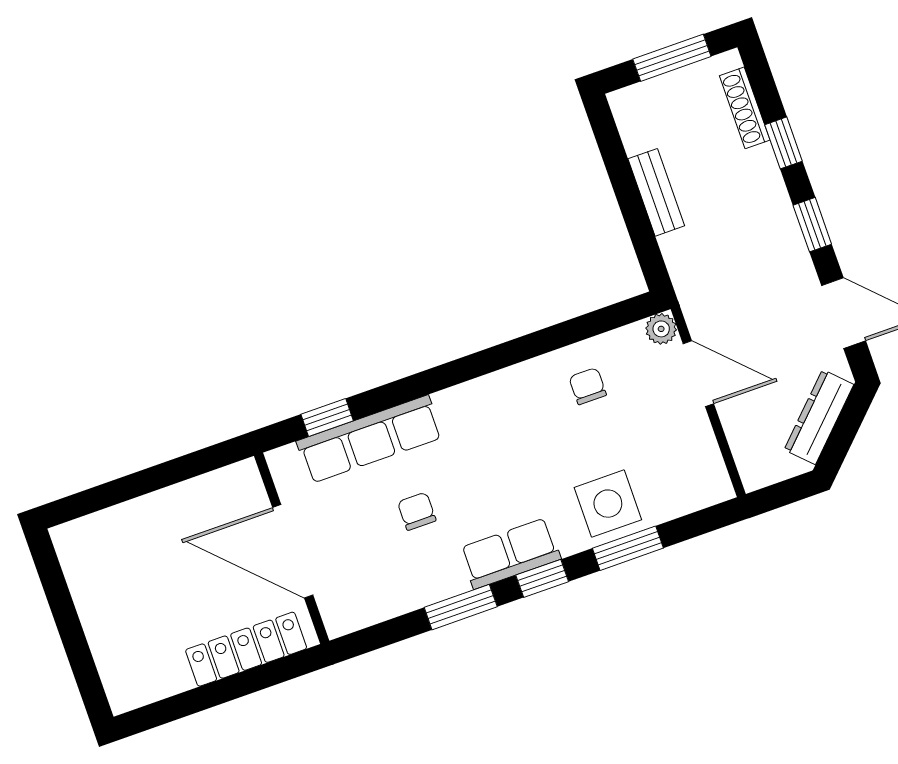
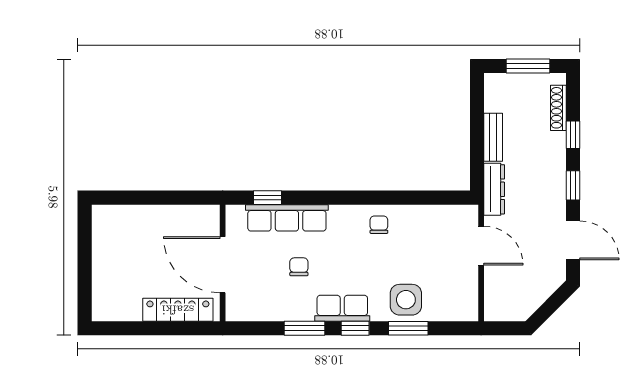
plant: (661, 329) -> (469, 214), removed
chair: (588, 386) -> (379, 225), moved
dresser: (819, 417) -> (494, 189), moved, turned 135

